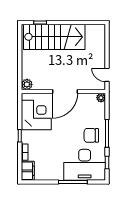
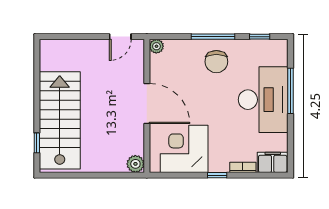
desk: (85, 165) -> (263, 100), moved

